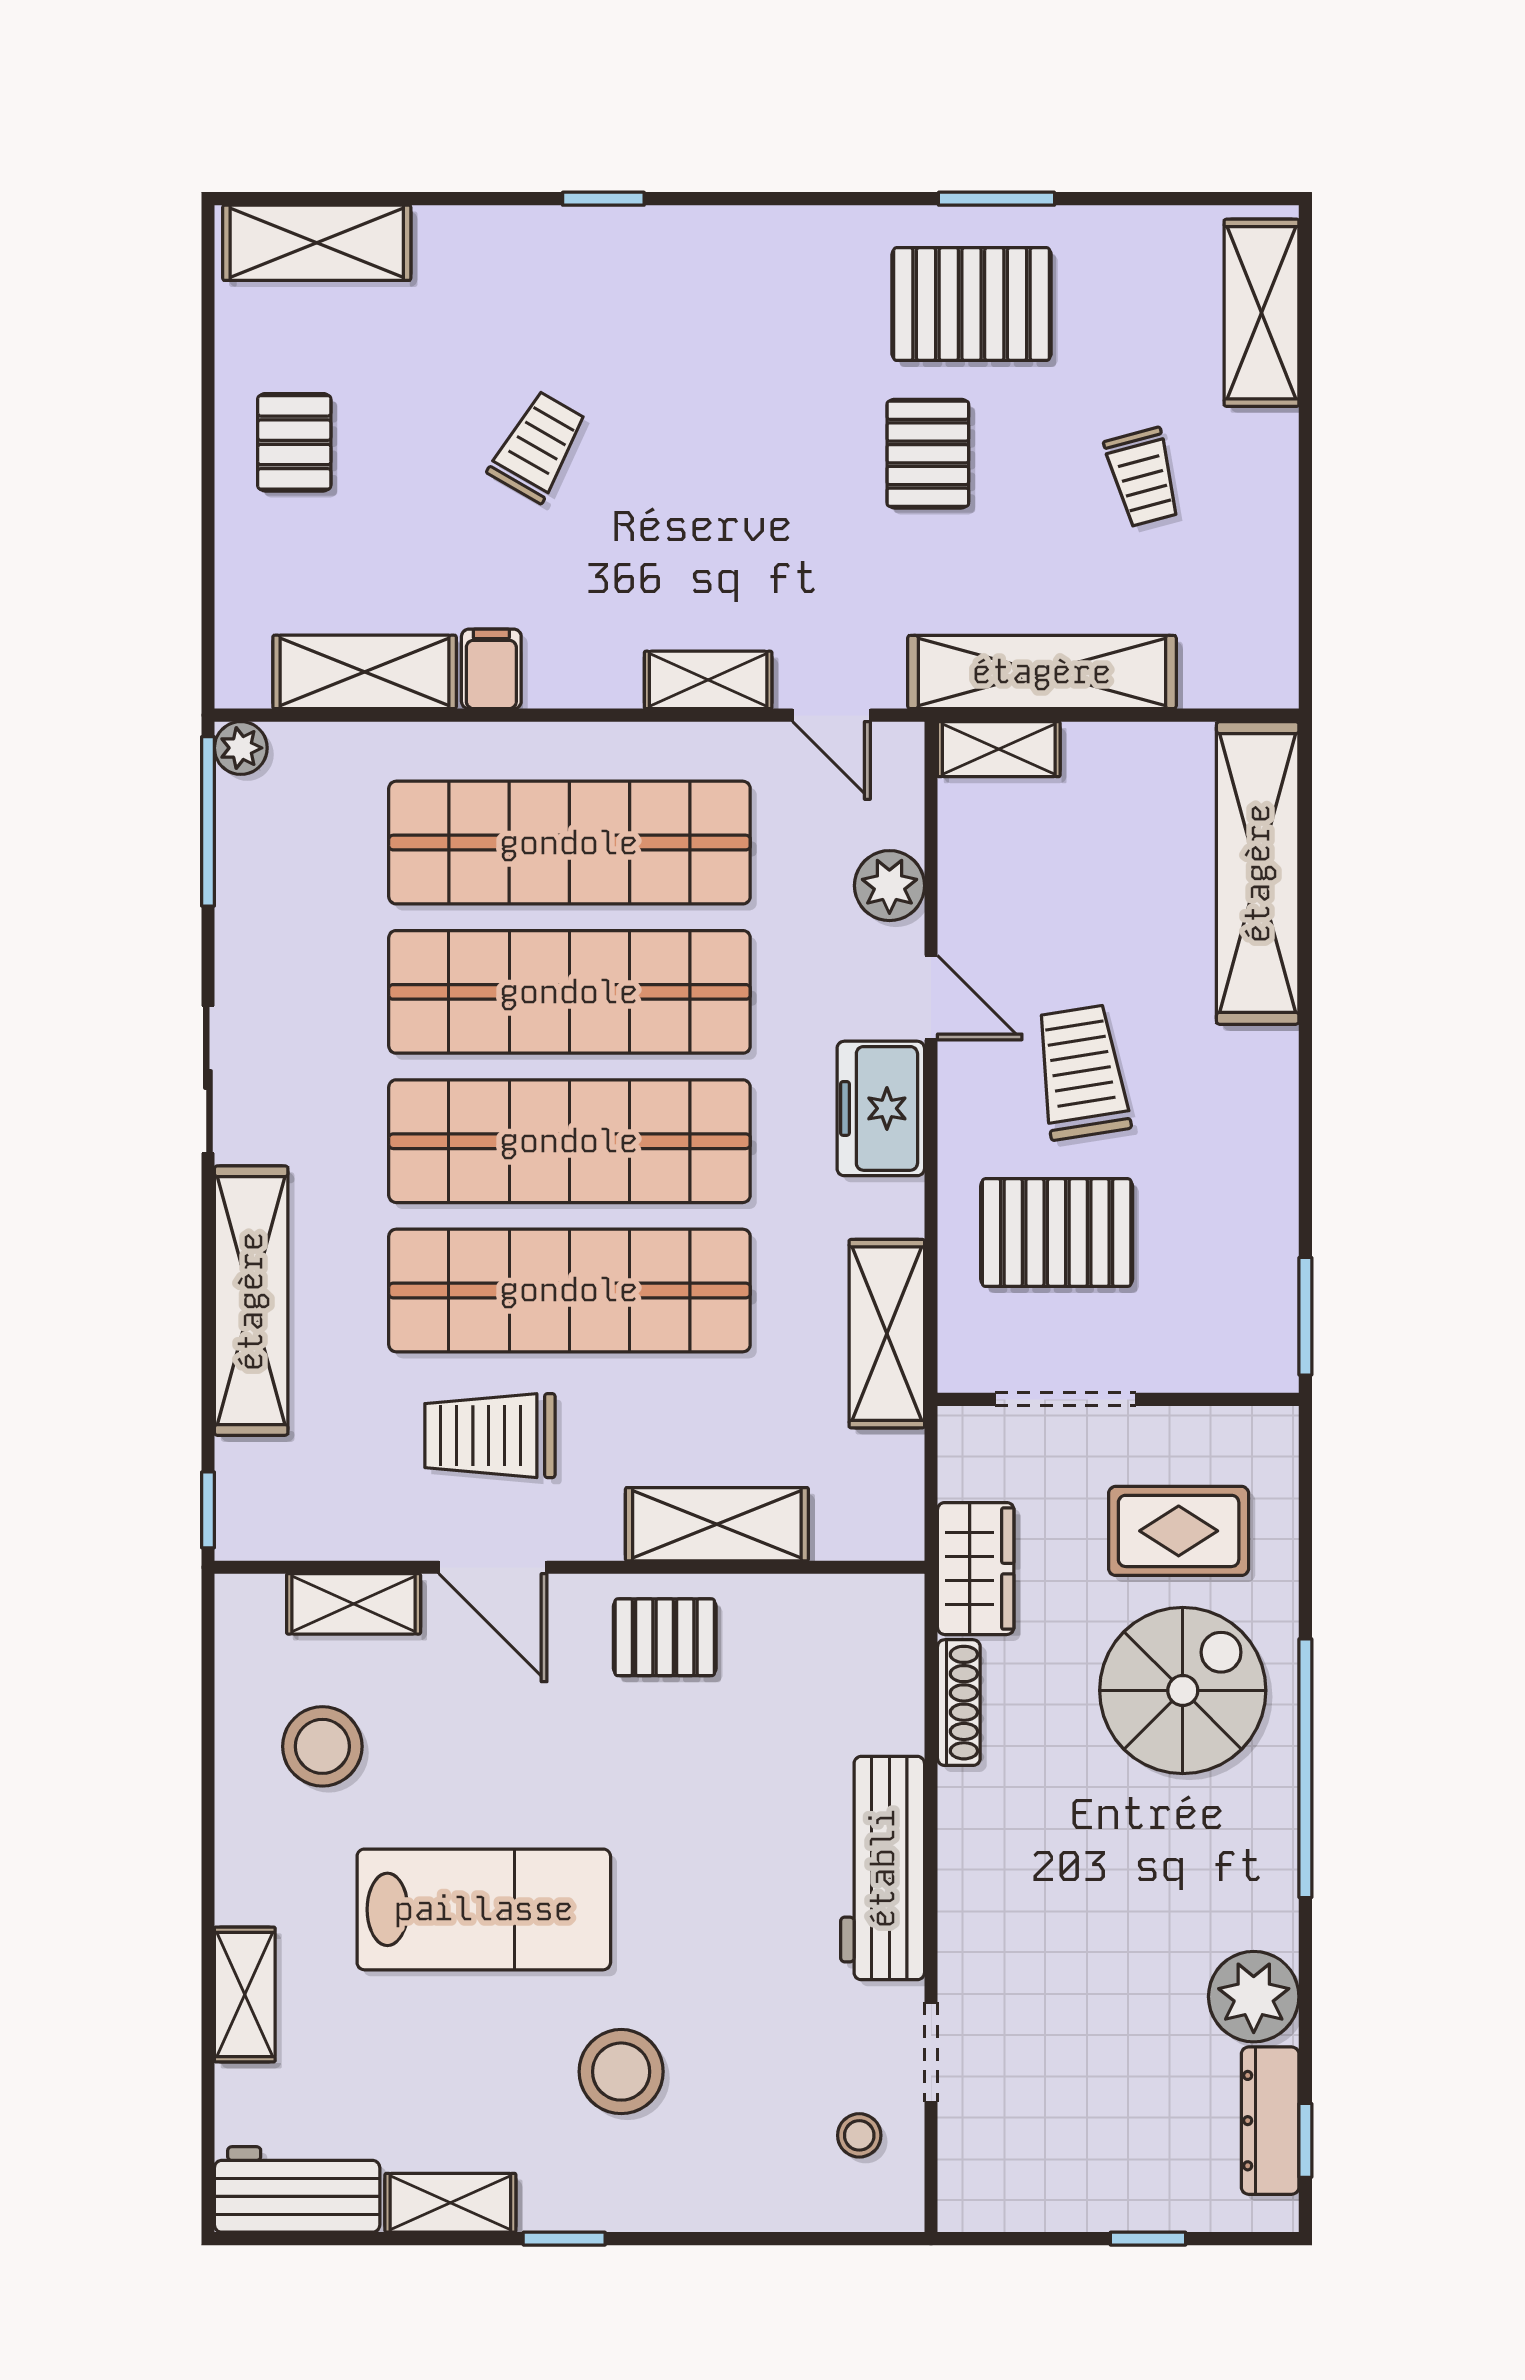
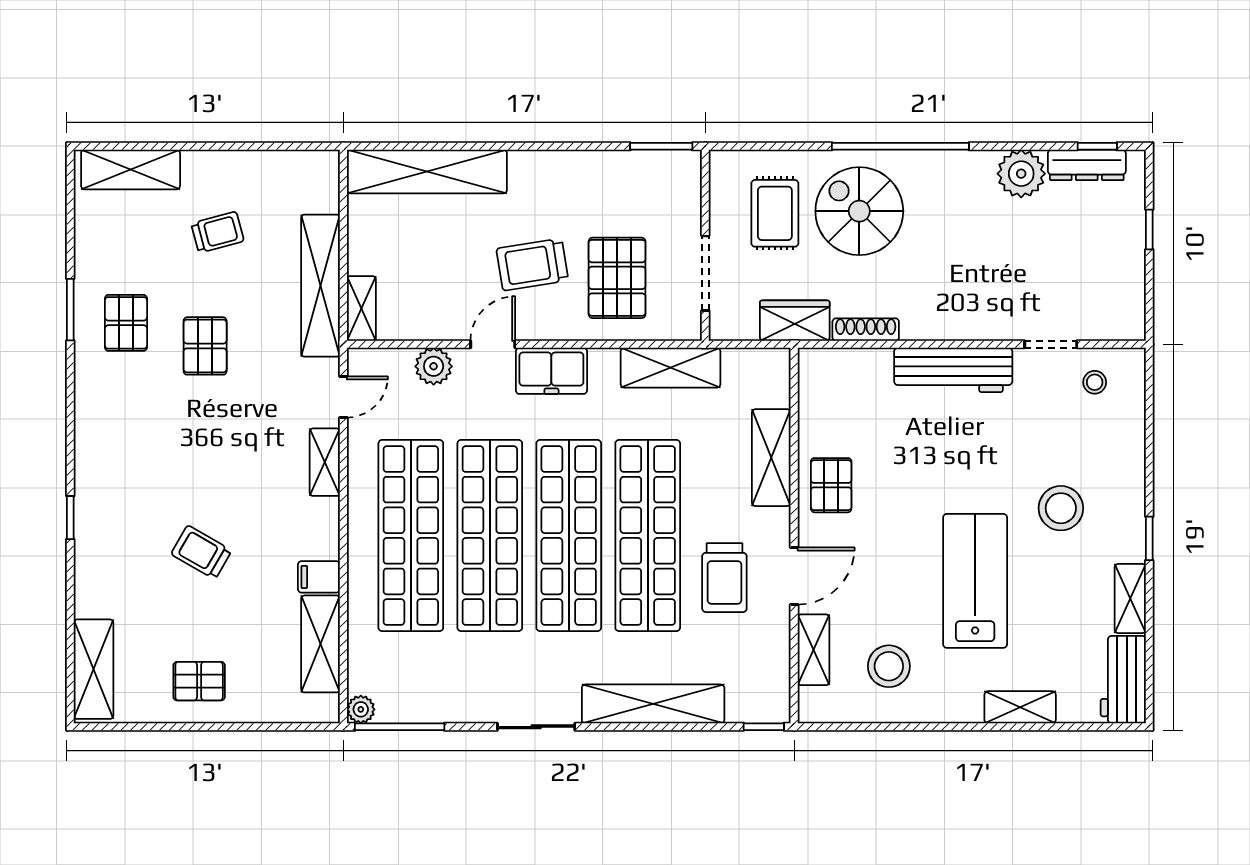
pallet: (972, 304) -> (126, 323), width x0.67, depth x0.71
pallet: (928, 454) -> (205, 346), turned 90

